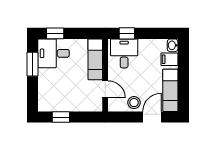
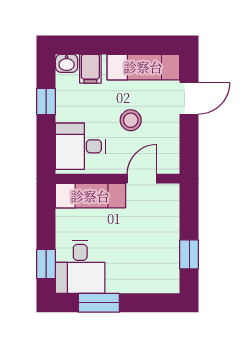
window: (127, 33) -> (46, 101), moved
stool: (134, 103) -> (131, 120), moved
door: (152, 117) -> (189, 98), swing flipped

